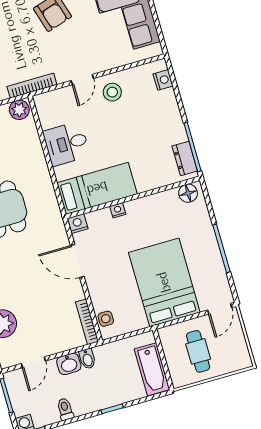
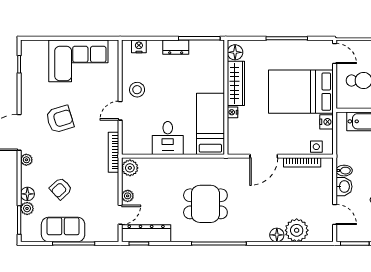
door: (82, 80) -> (120, 111), swing flipped
dresser: (185, 159) -> (176, 47), moved
wardrobe: (152, 205) -> (236, 83), added
nightstand: (78, 224) -> (326, 122), moved, turned 180
bookcase: (87, 322) -> (302, 162), moved

